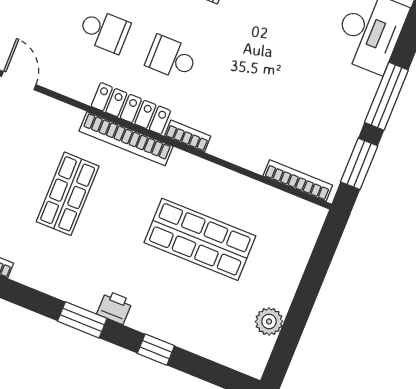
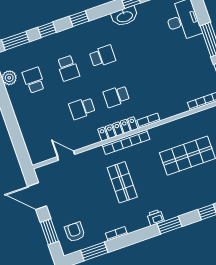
school desk: (104, 31) -> (82, 108), turned 180
printer: (115, 307) -> (155, 217), moved

